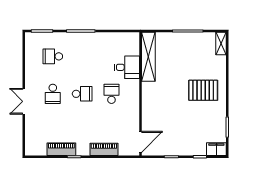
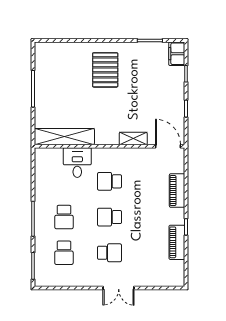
shelving: (221, 44) -> (133, 138), moved
school desk: (82, 56) -> (64, 217), added
school desk: (82, 94) -> (110, 217), turned -90

